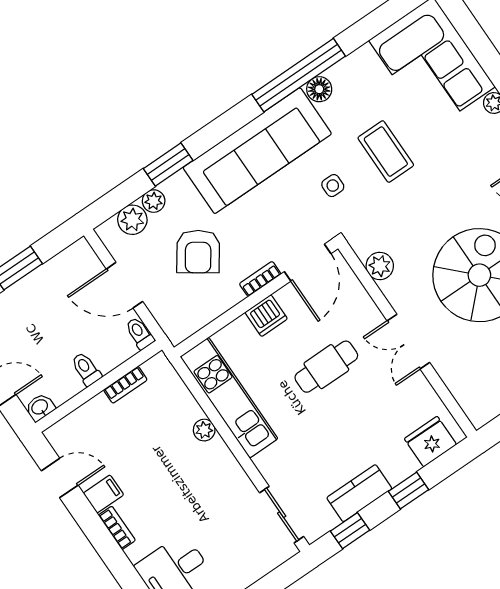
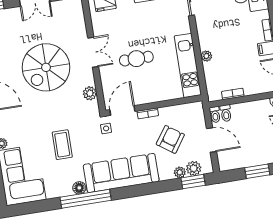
window: (168, 165) -> (193, 182), moved
side table: (333, 186) -> (106, 128), moved
dishwasher: (266, 316) -> (153, 95), removed
toilet: (86, 369) -> (226, 113), moved

